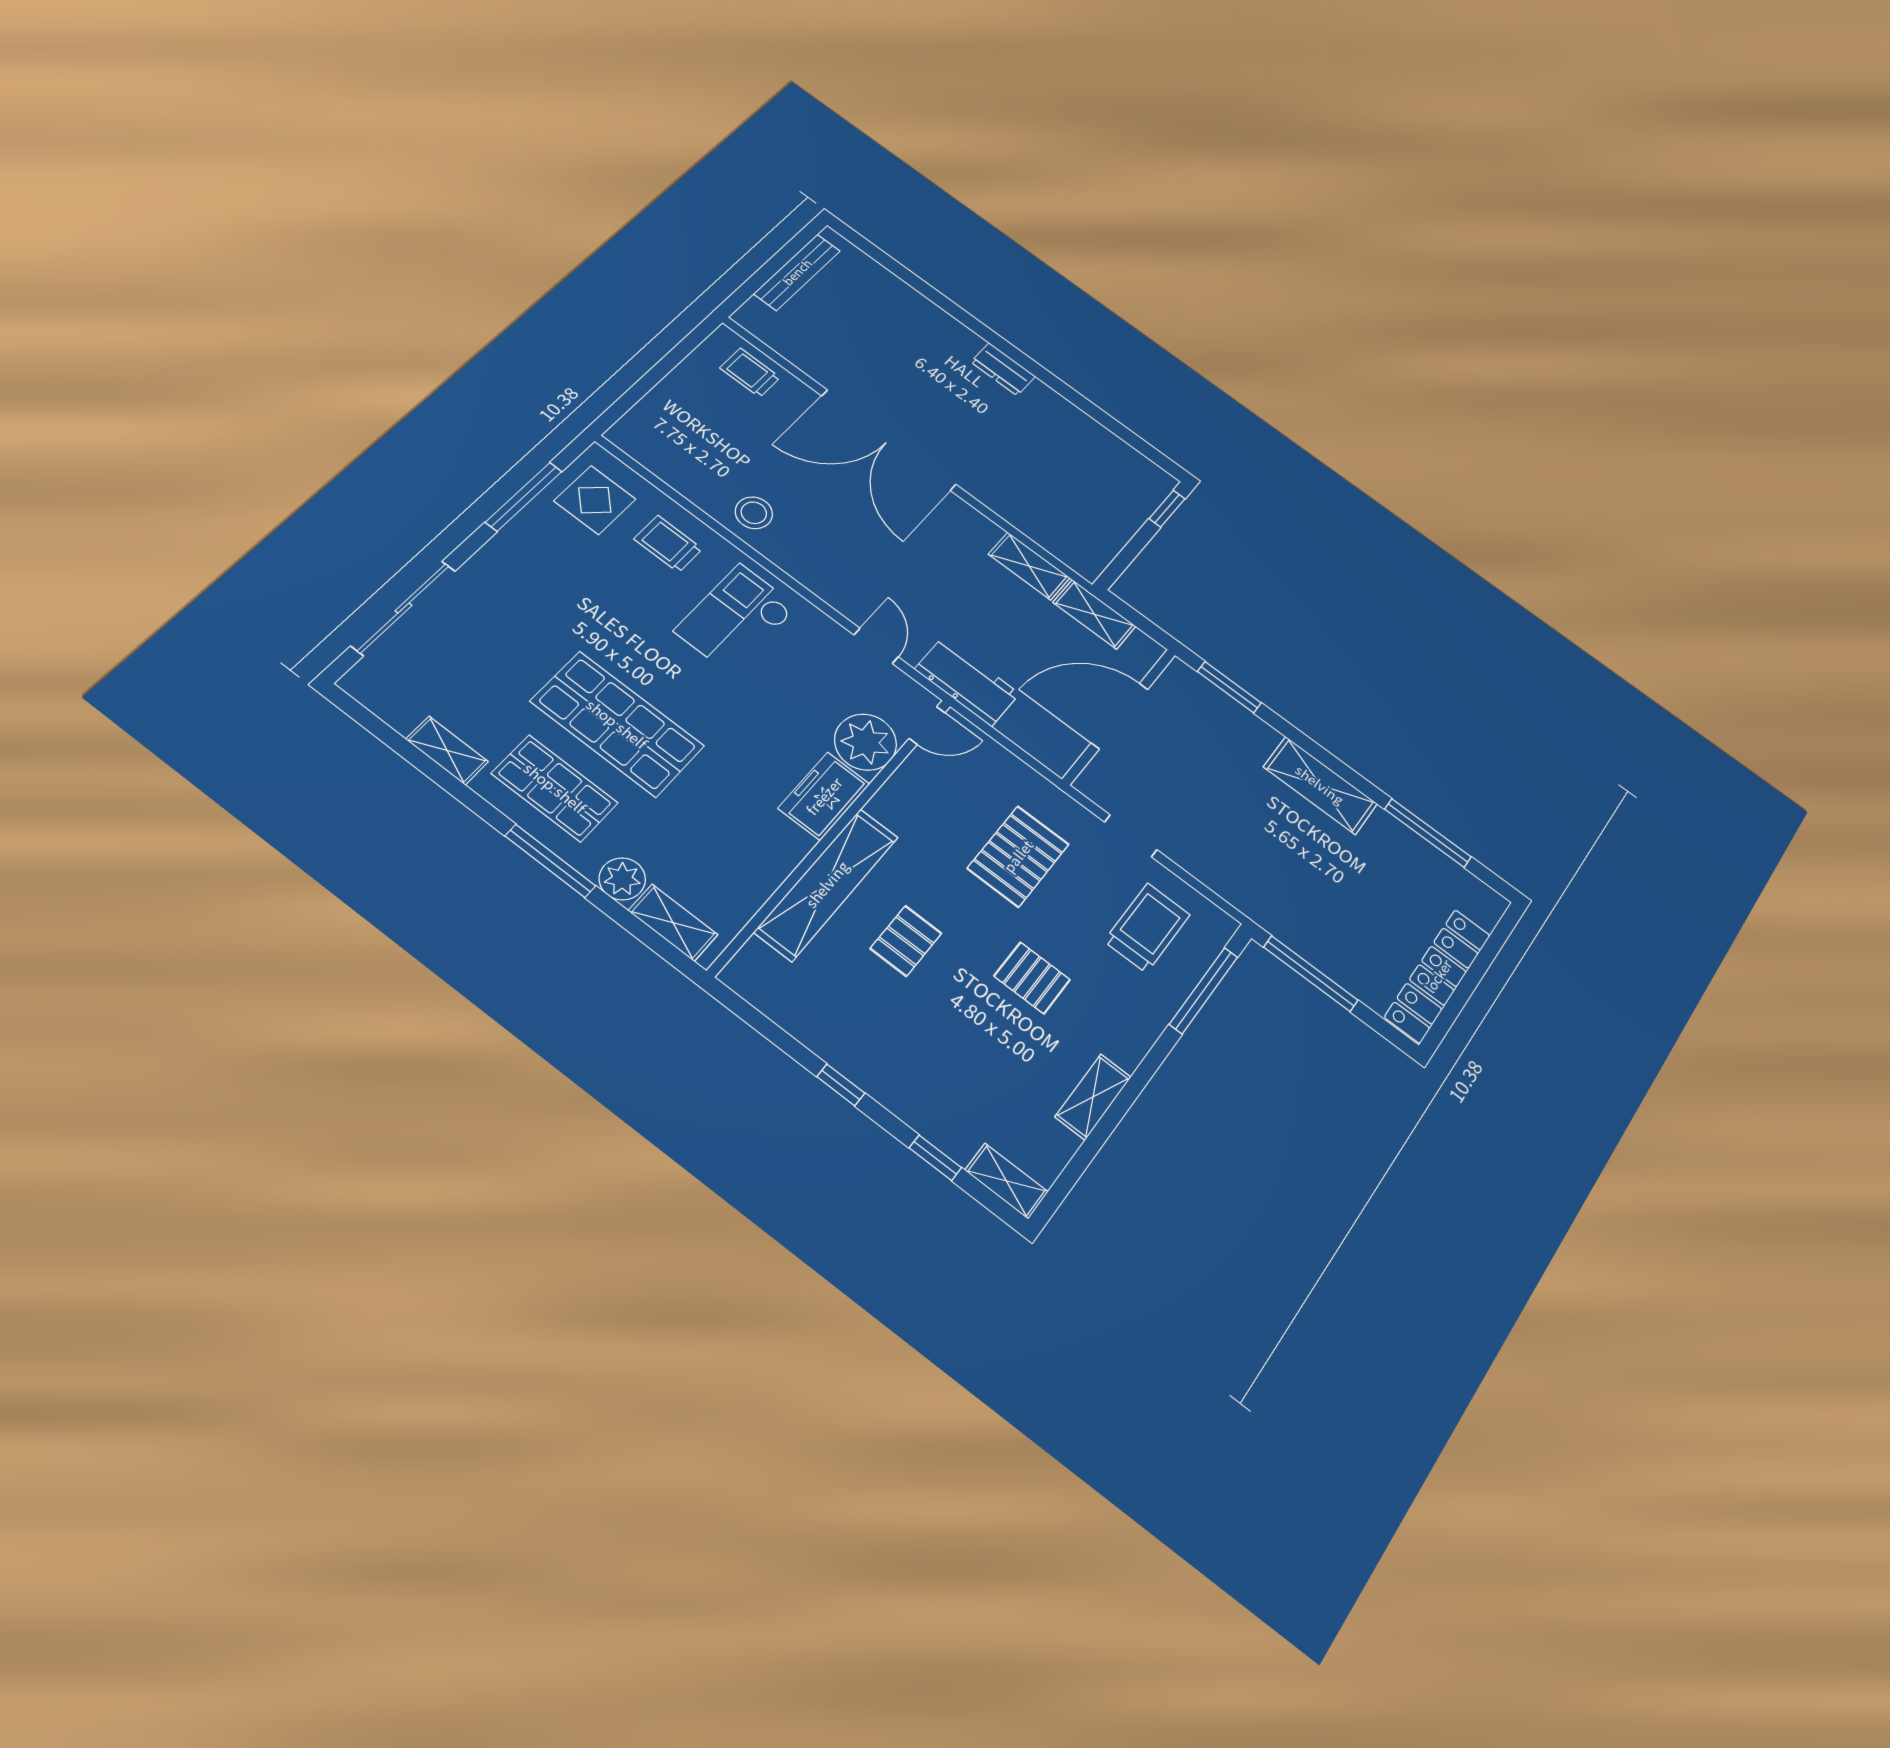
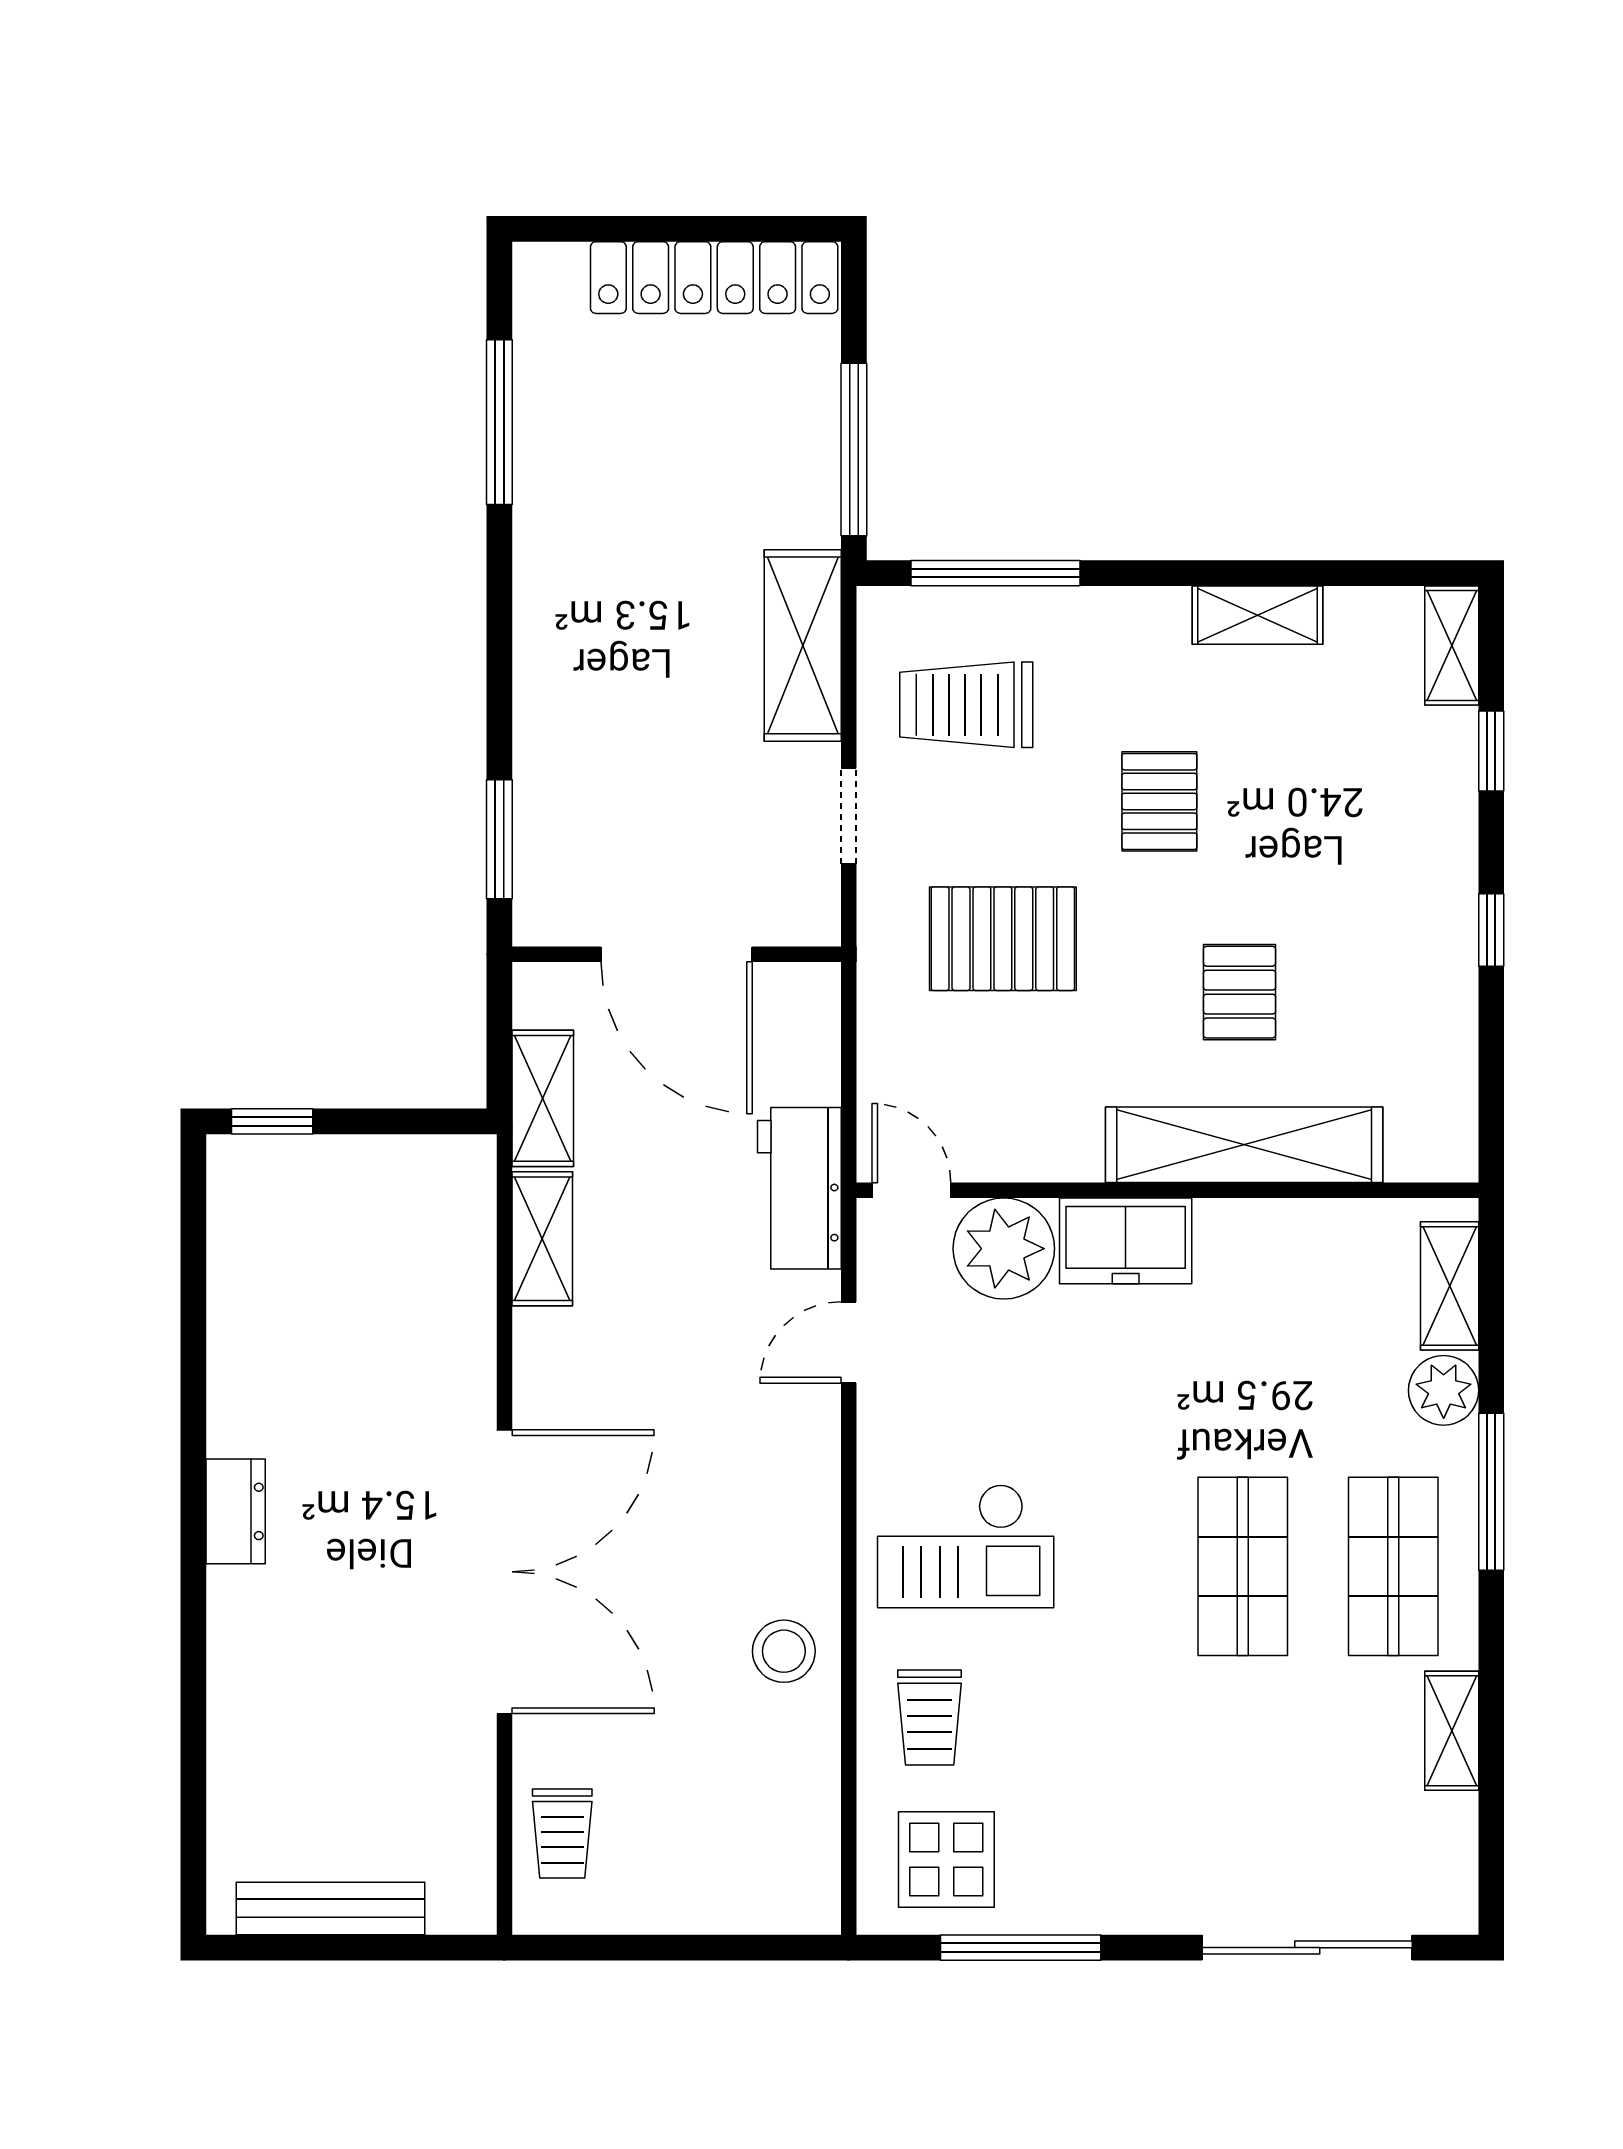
shop shelf: (617, 724) -> (1243, 1566), width x0.70, depth x0.74
shelving: (1320, 785) -> (803, 645), moved
pallet: (906, 941) -> (1239, 992), turned 90

